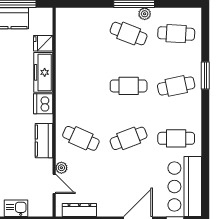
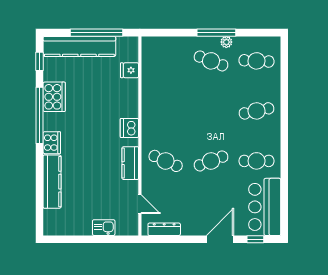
freezer: (43, 72) -> (130, 98), removed
window: (205, 75) -> (284, 101), removed
cafe table: (129, 86) -> (211, 111), removed
plant: (61, 168) -> (147, 189), removed

